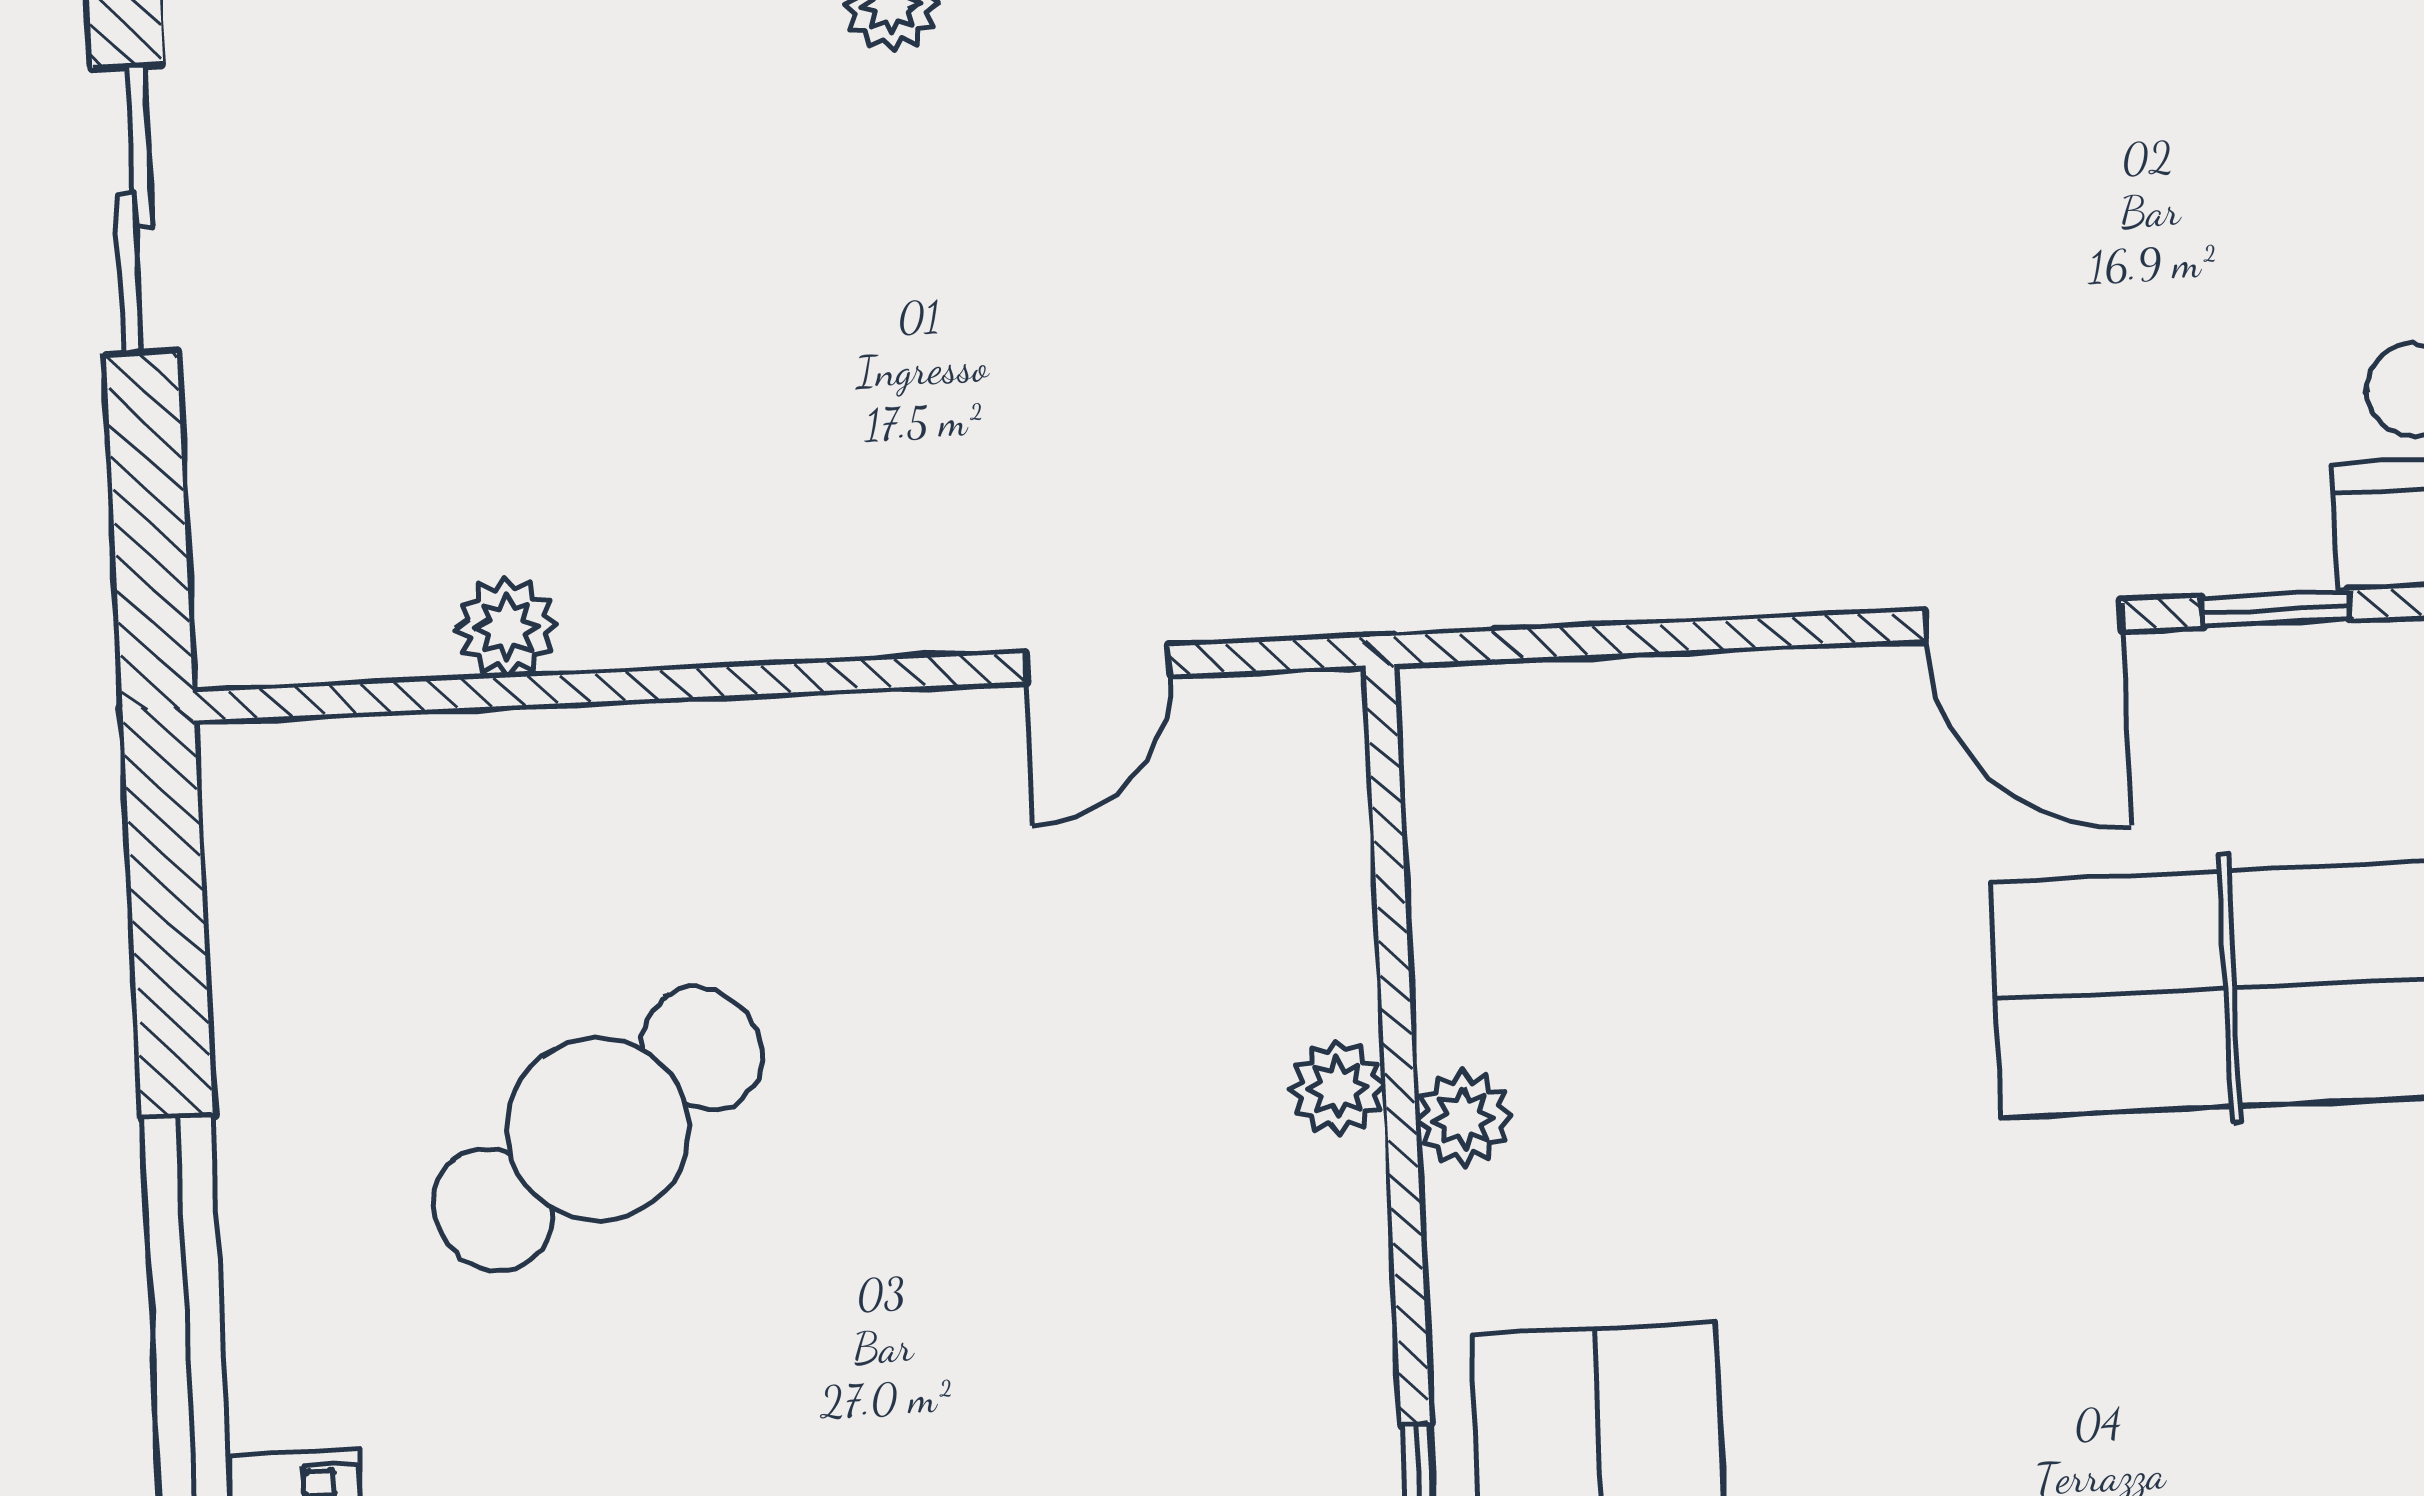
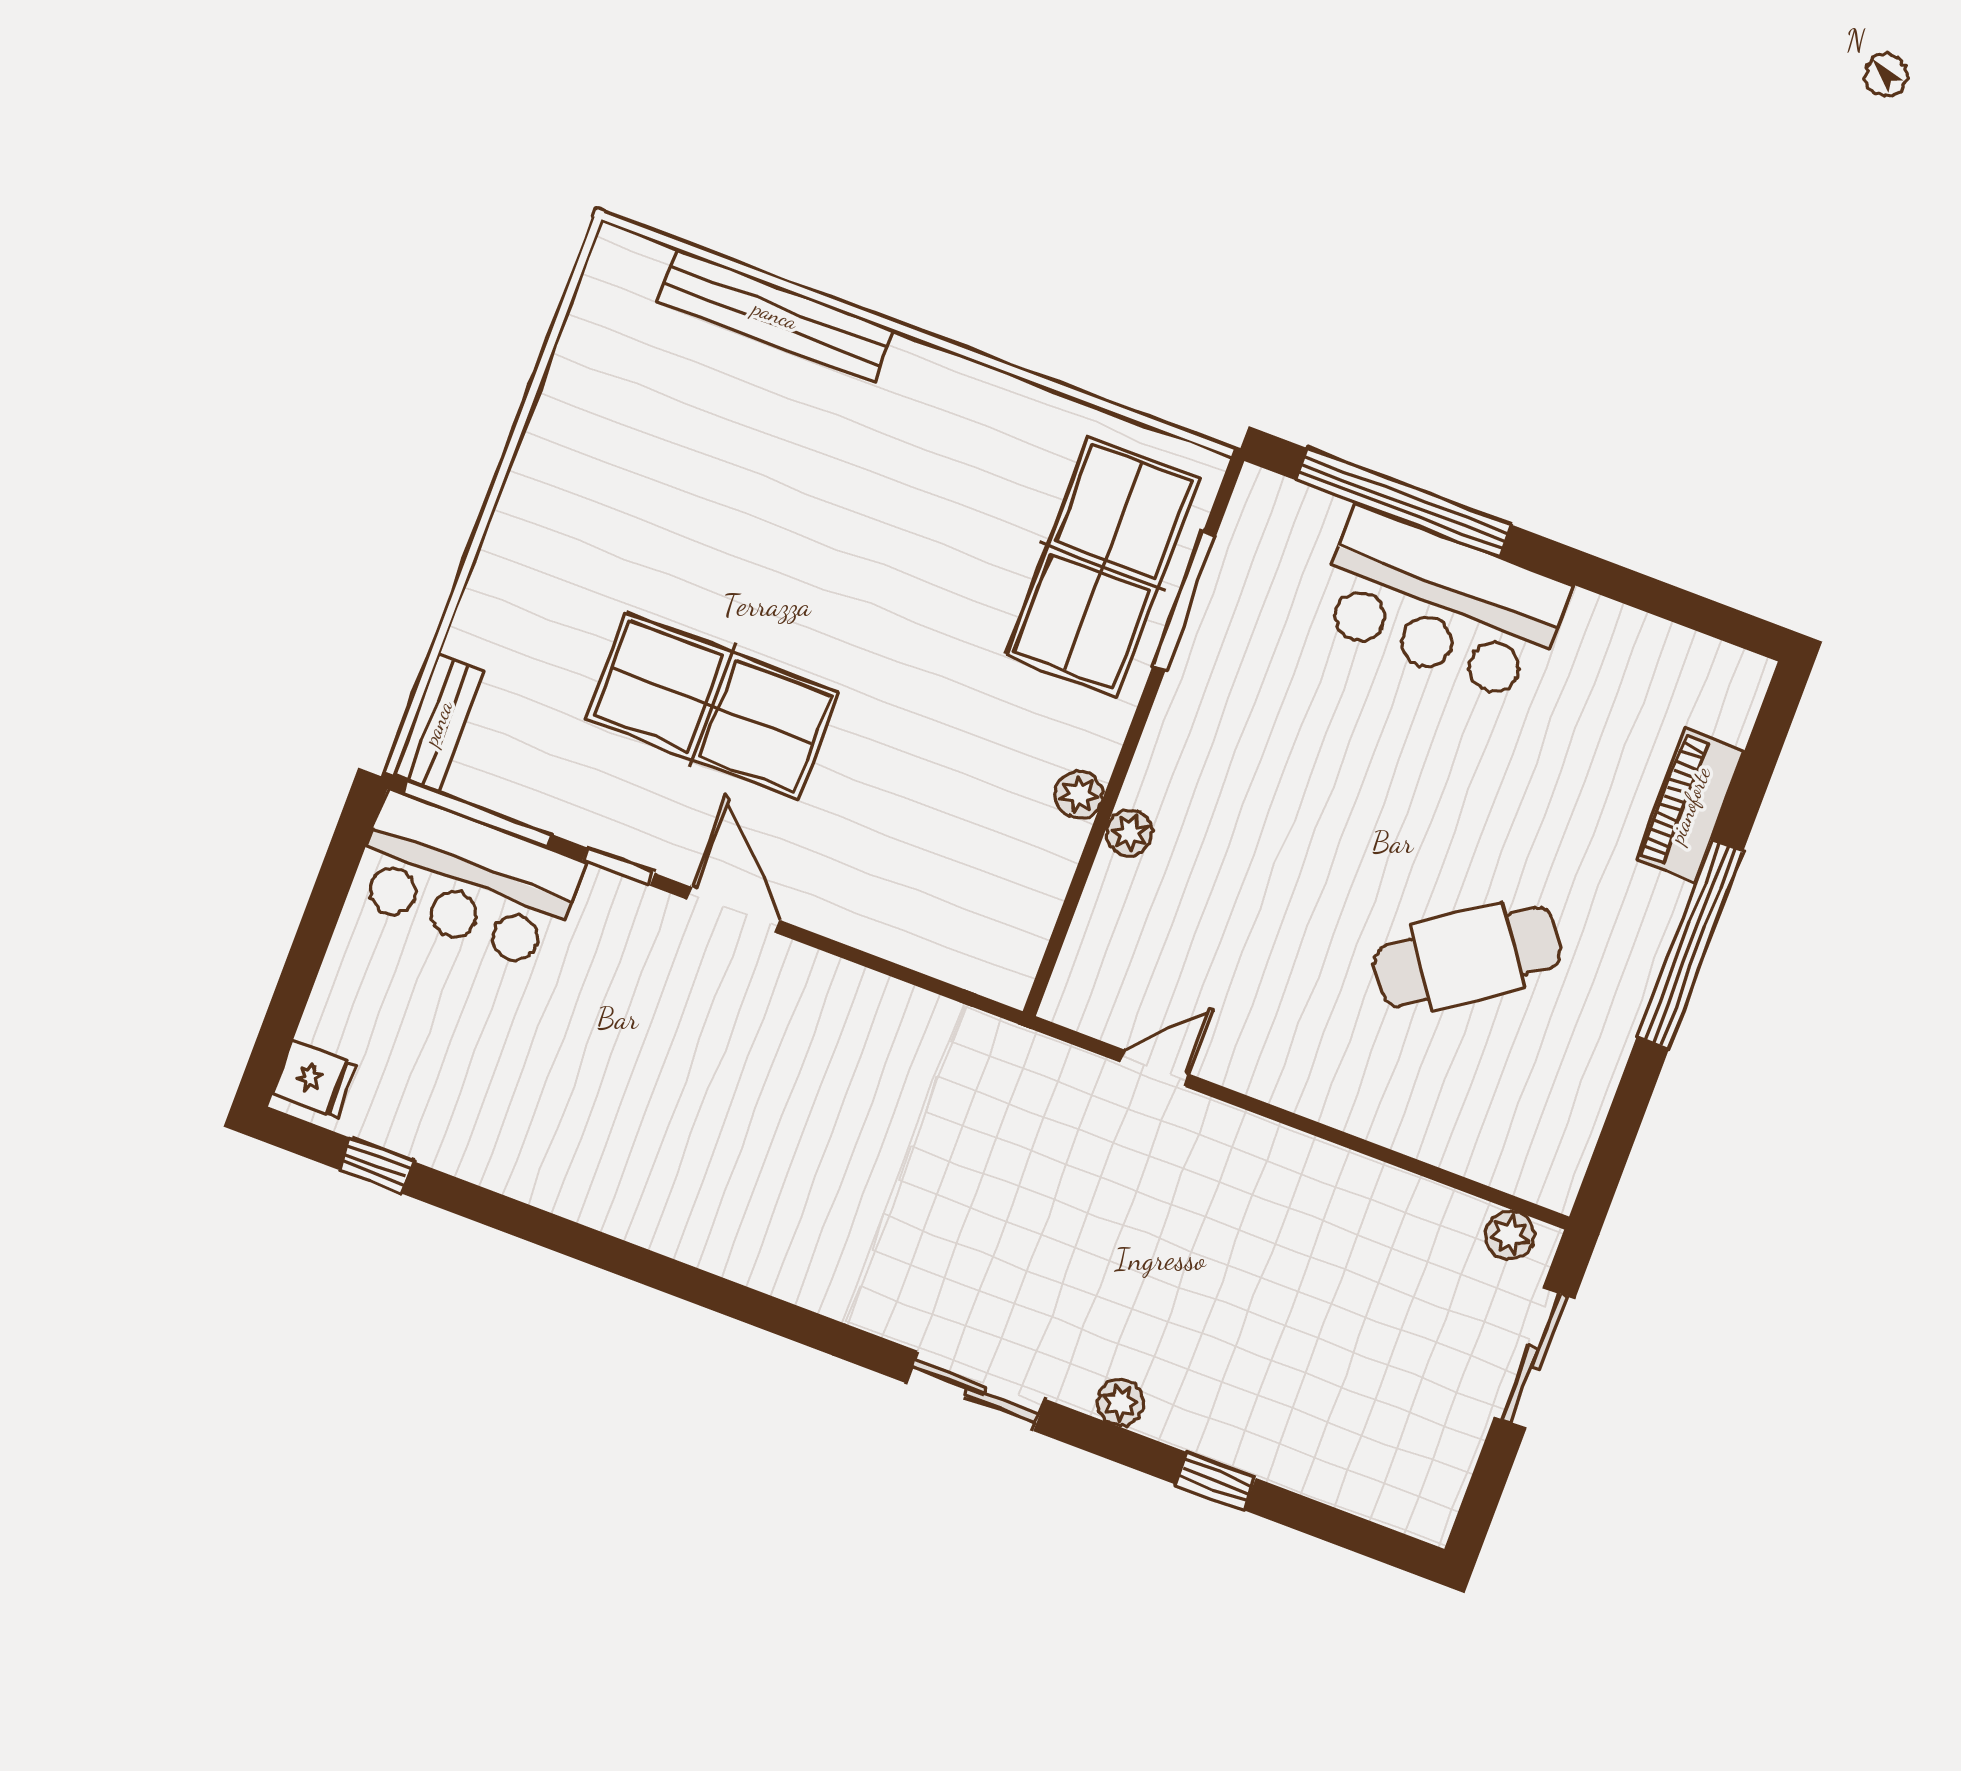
sliding door: (134, 209) -> (1535, 1358), moved
plant: (506, 627) -> (1510, 1235), moved

